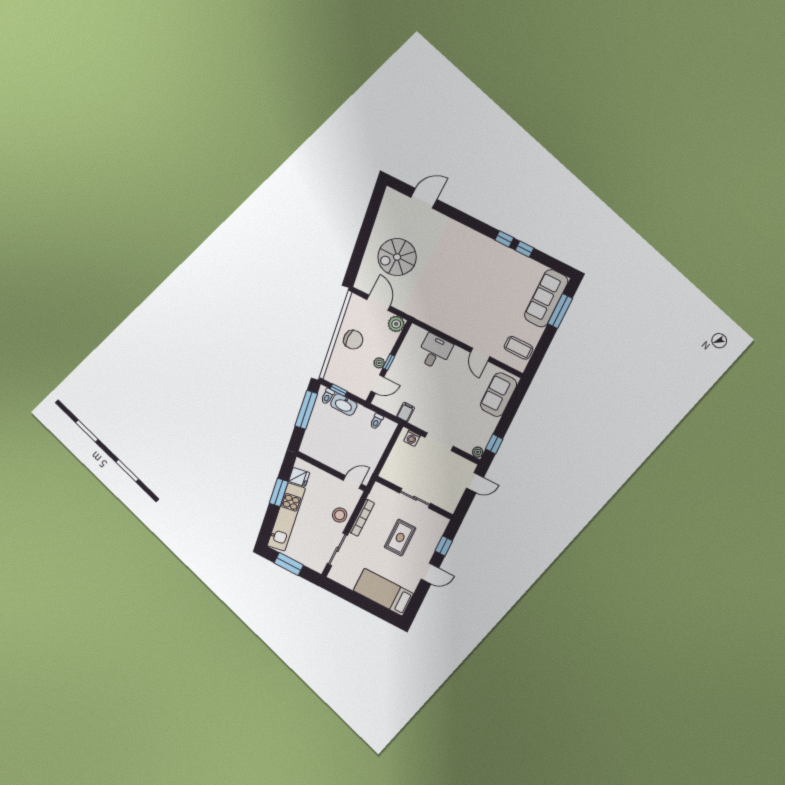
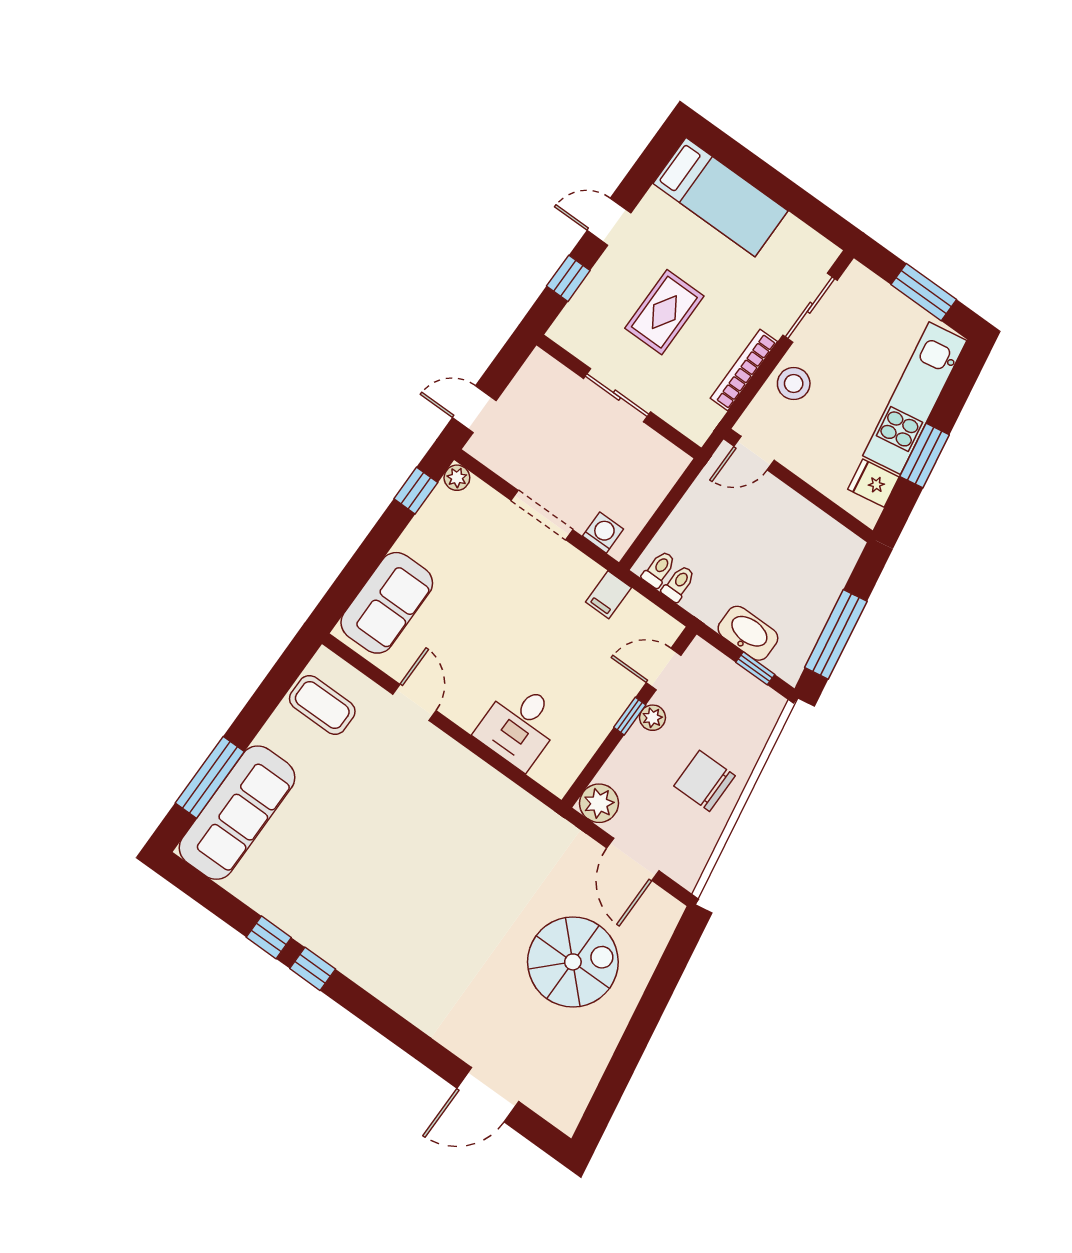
toilet: (328, 396) -> (659, 569), moved

